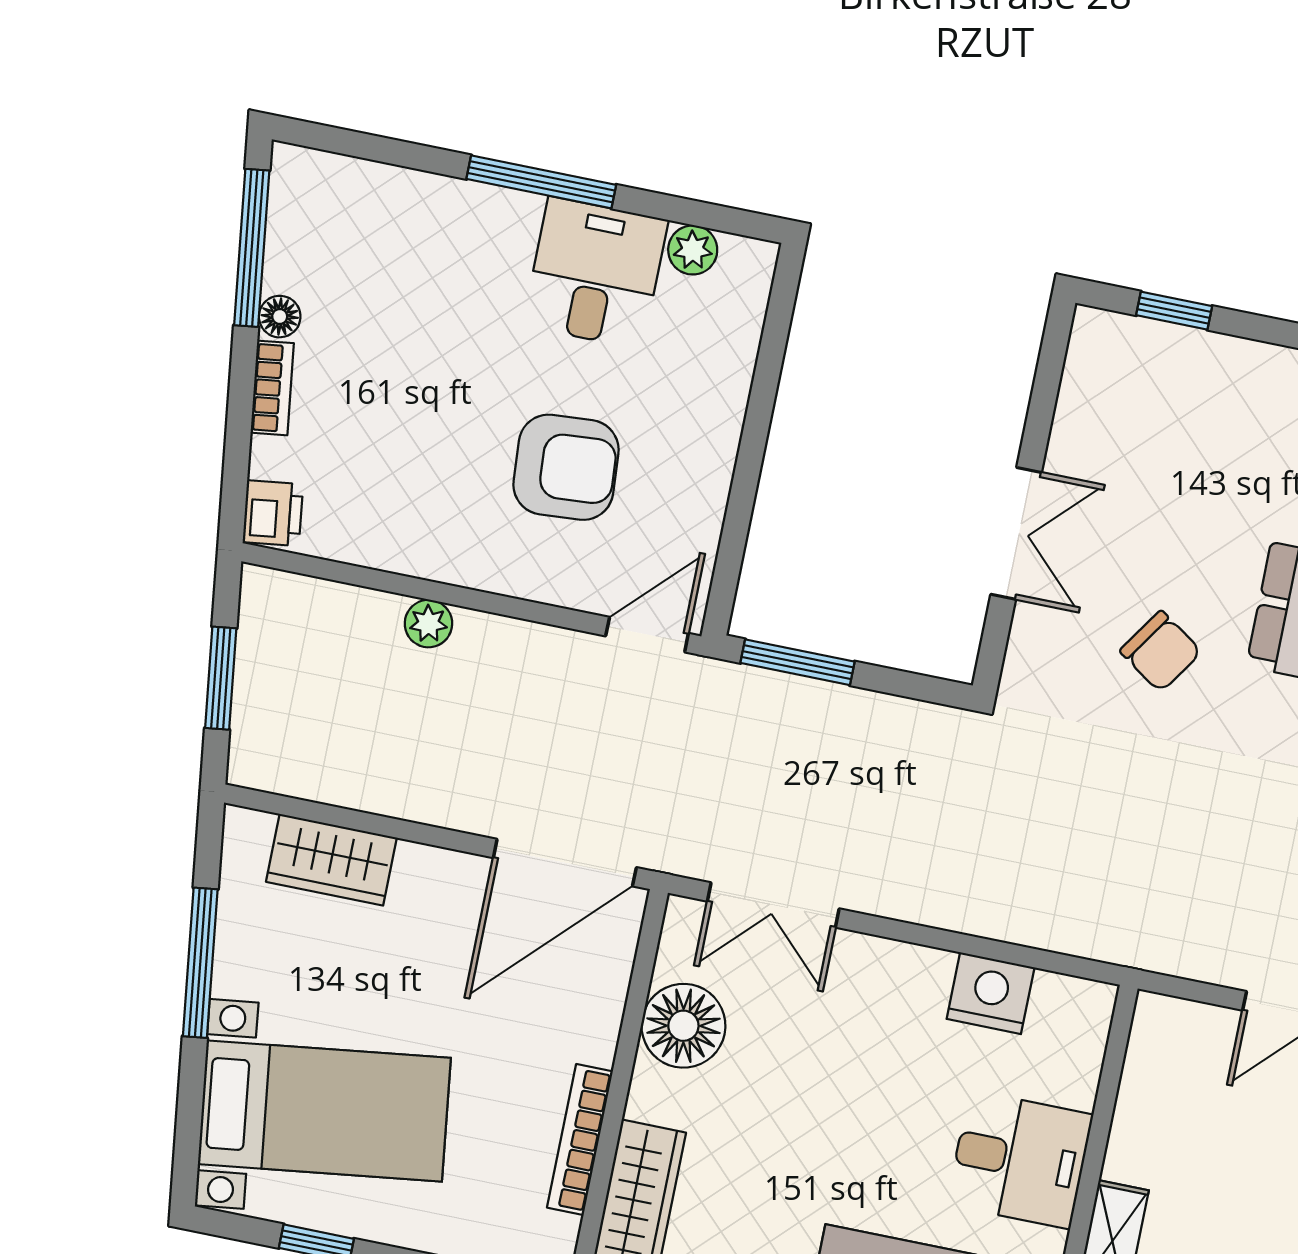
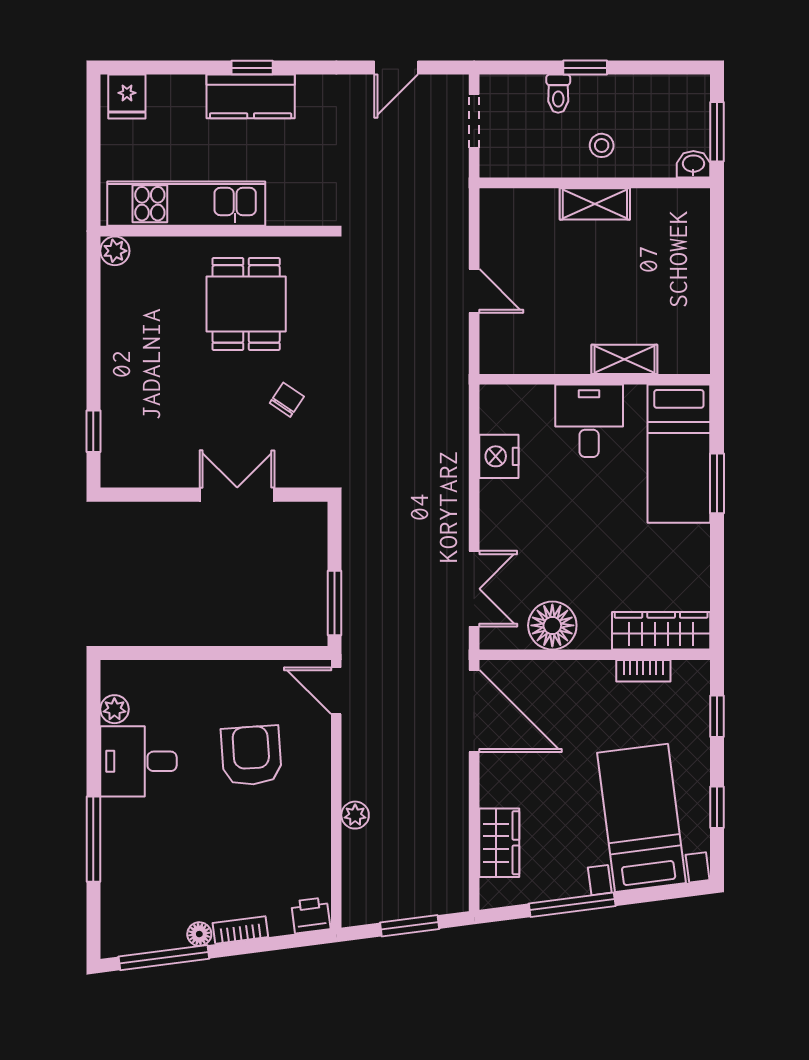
window: (541, 182) -> (93, 839), moved
chair: (1161, 651) -> (287, 400), width x0.73, depth x0.73
bookcase: (580, 1139) -> (643, 671), width x0.64

